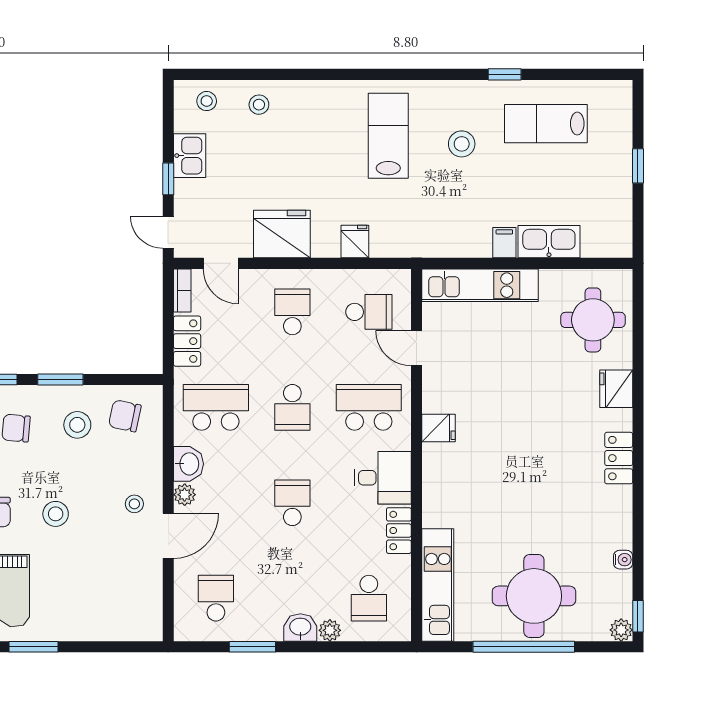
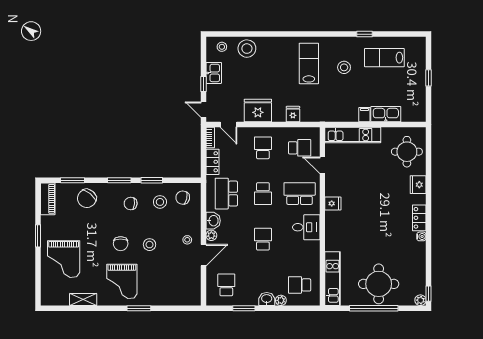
stool: (259, 105) -> (247, 49), width x1.89, depth x1.89
school desk: (216, 407) -> (226, 194), turned -90
locker: (399, 531) -> (314, 253), removed
water cooler: (623, 560) -> (421, 236), moved
school desk: (369, 598) -> (300, 285), turned 90

